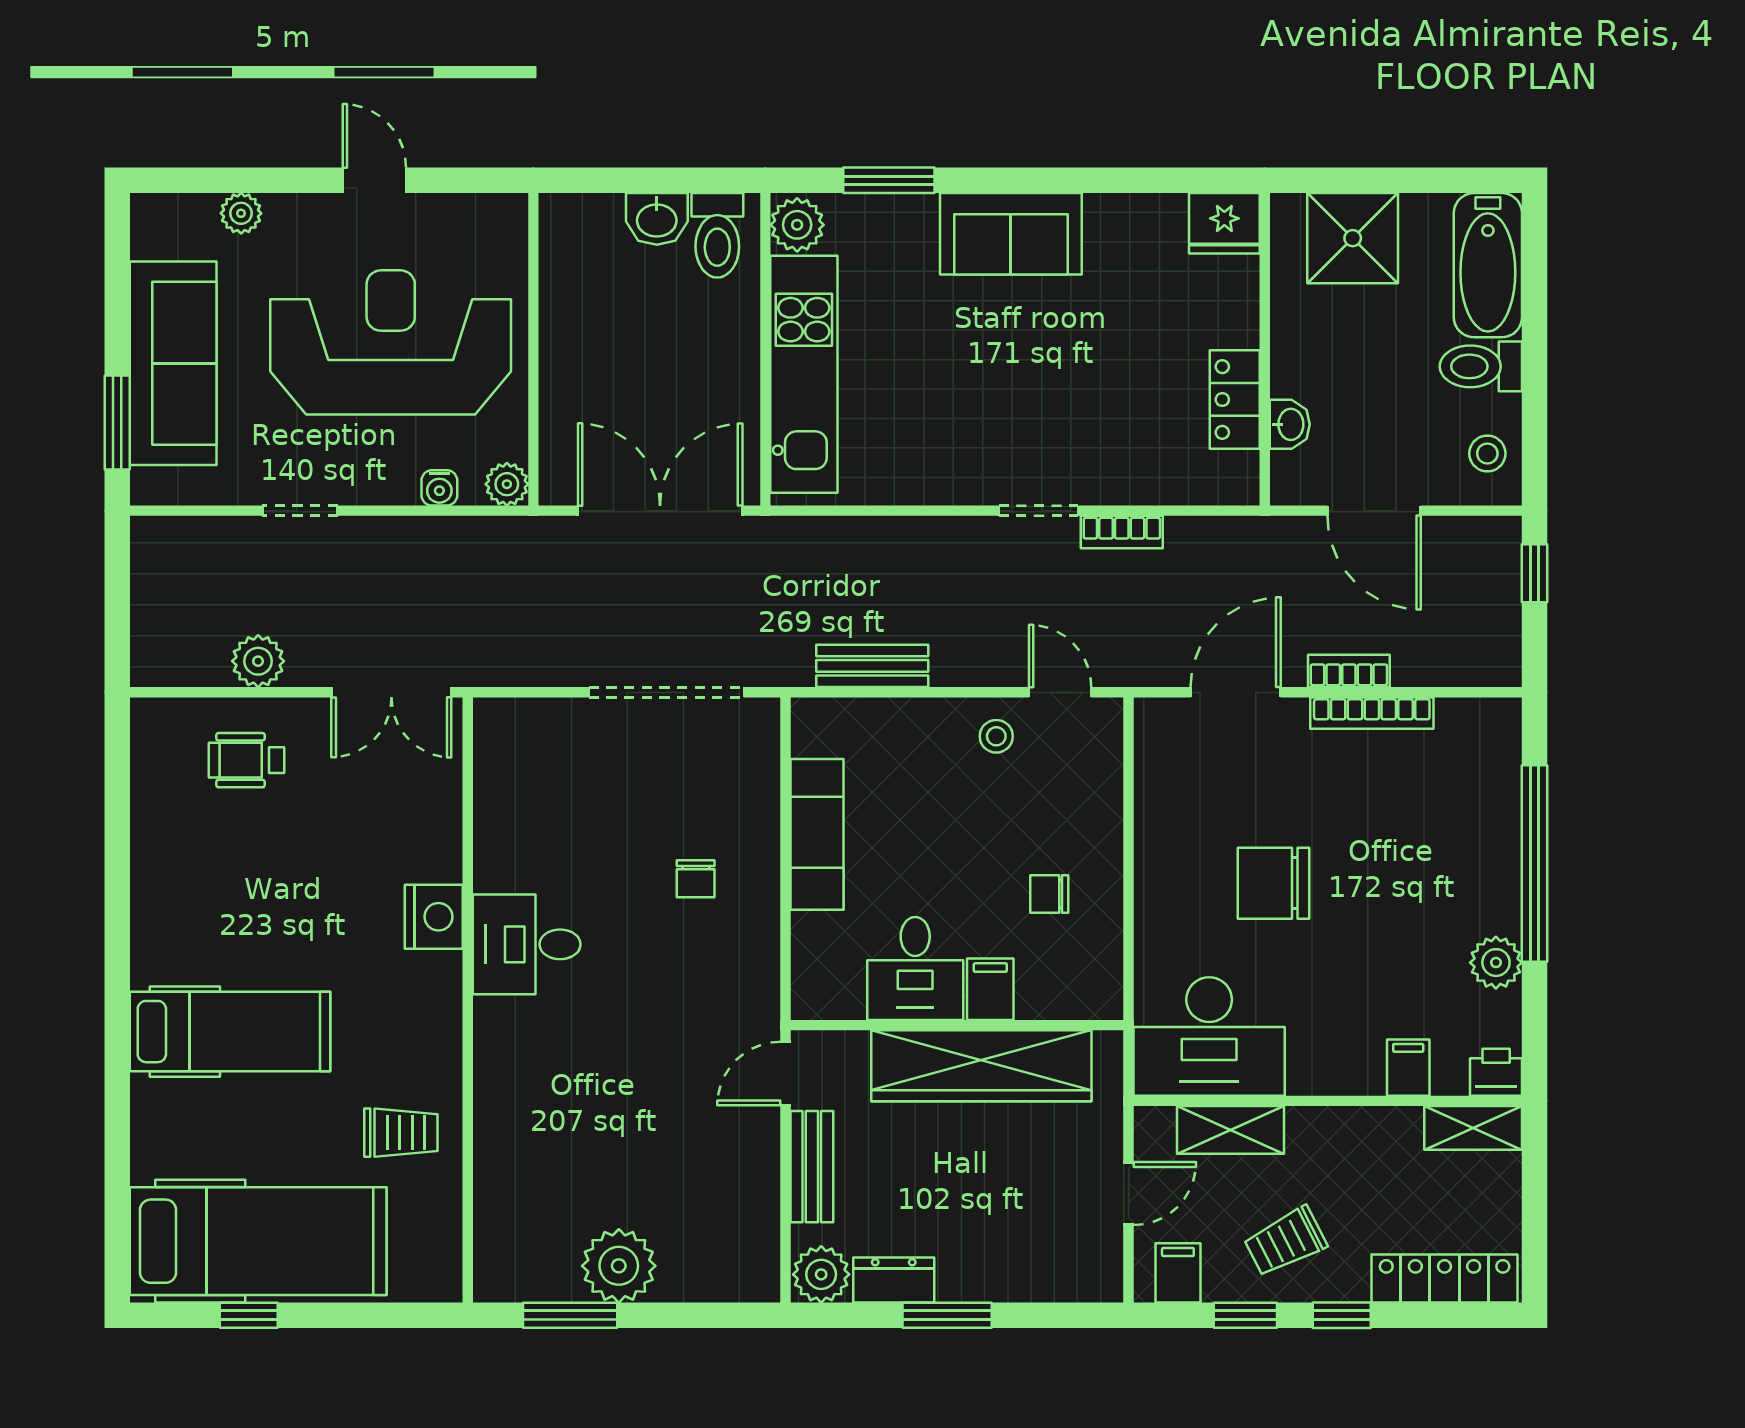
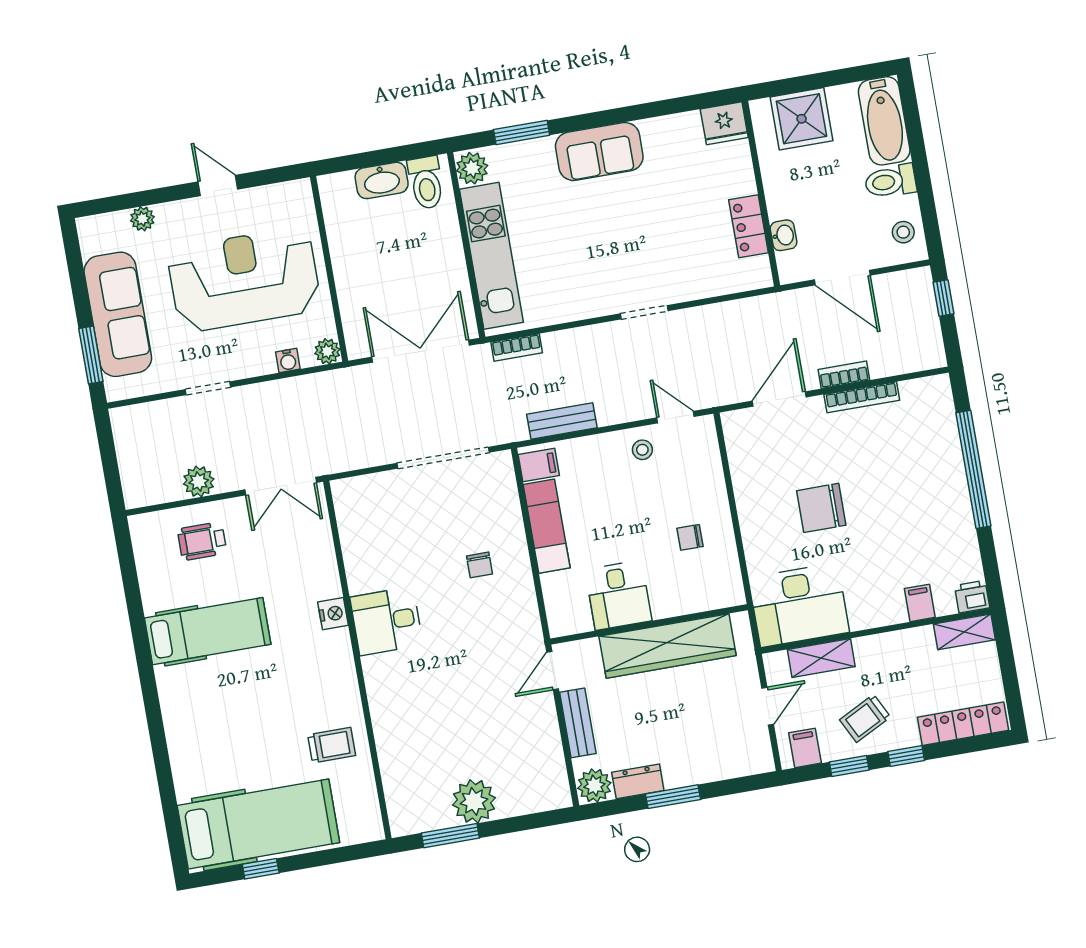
washbasin: (657, 219) -> (382, 180), width x1.38
bookcase: (1122, 532) -> (517, 347), moved
nightstand: (434, 917) -> (333, 614), width x0.74, depth x0.75
plant: (1496, 963) -> (961, 532), removed
filing cabinet: (990, 989) -> (539, 465), moved, turned 90
hospital bed: (230, 1032) -> (208, 631), moved

